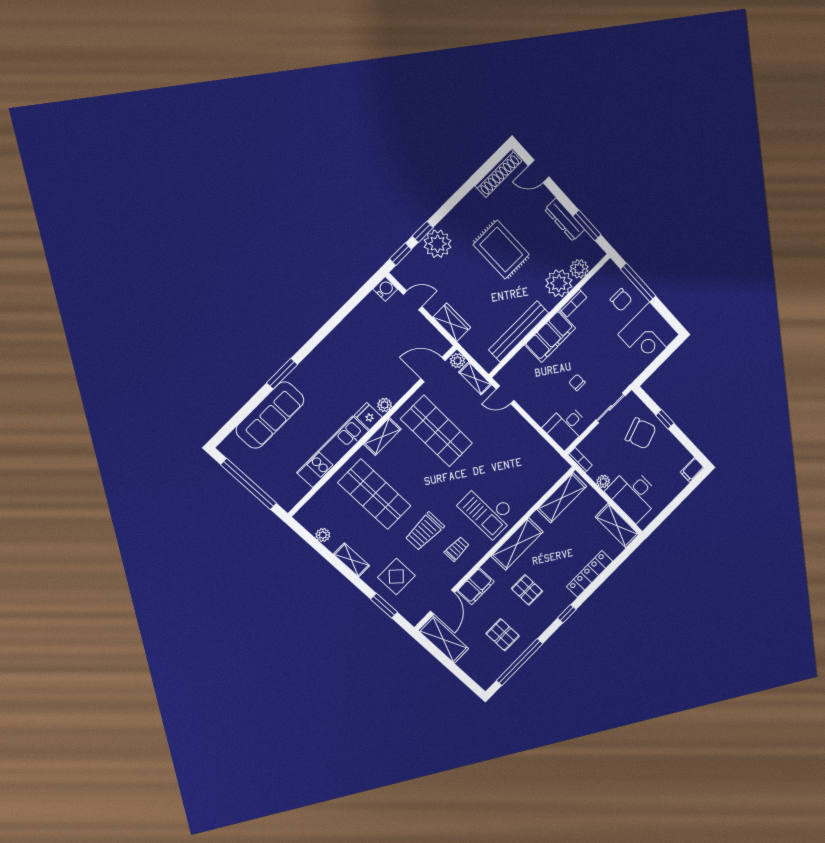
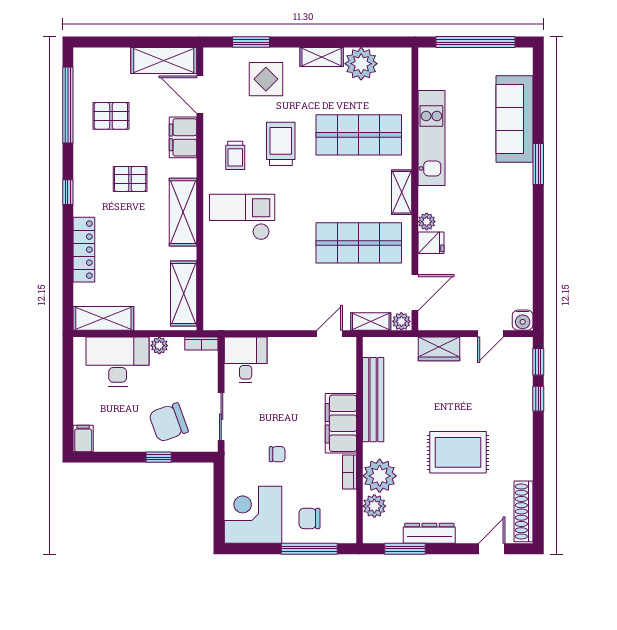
plant: (438, 244) -> (516, 402), removed
chair: (577, 382) -> (277, 454), moved
fridge: (368, 416) -> (431, 243), moved
plant: (323, 535) -> (361, 64), width x1.88, depth x1.88

